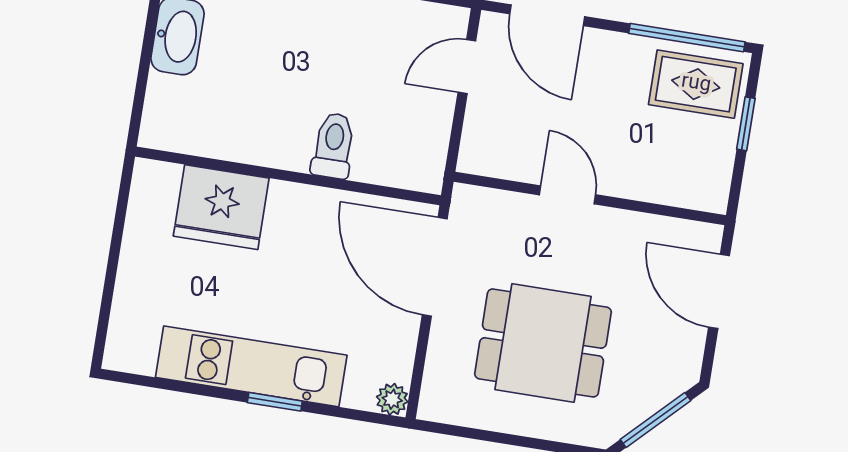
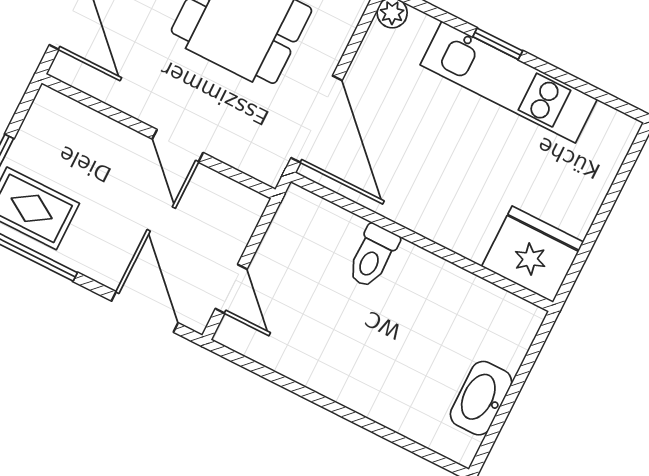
door: (467, 67) -> (231, 289), hinge flipped
fridge: (221, 207) -> (533, 254), moved

